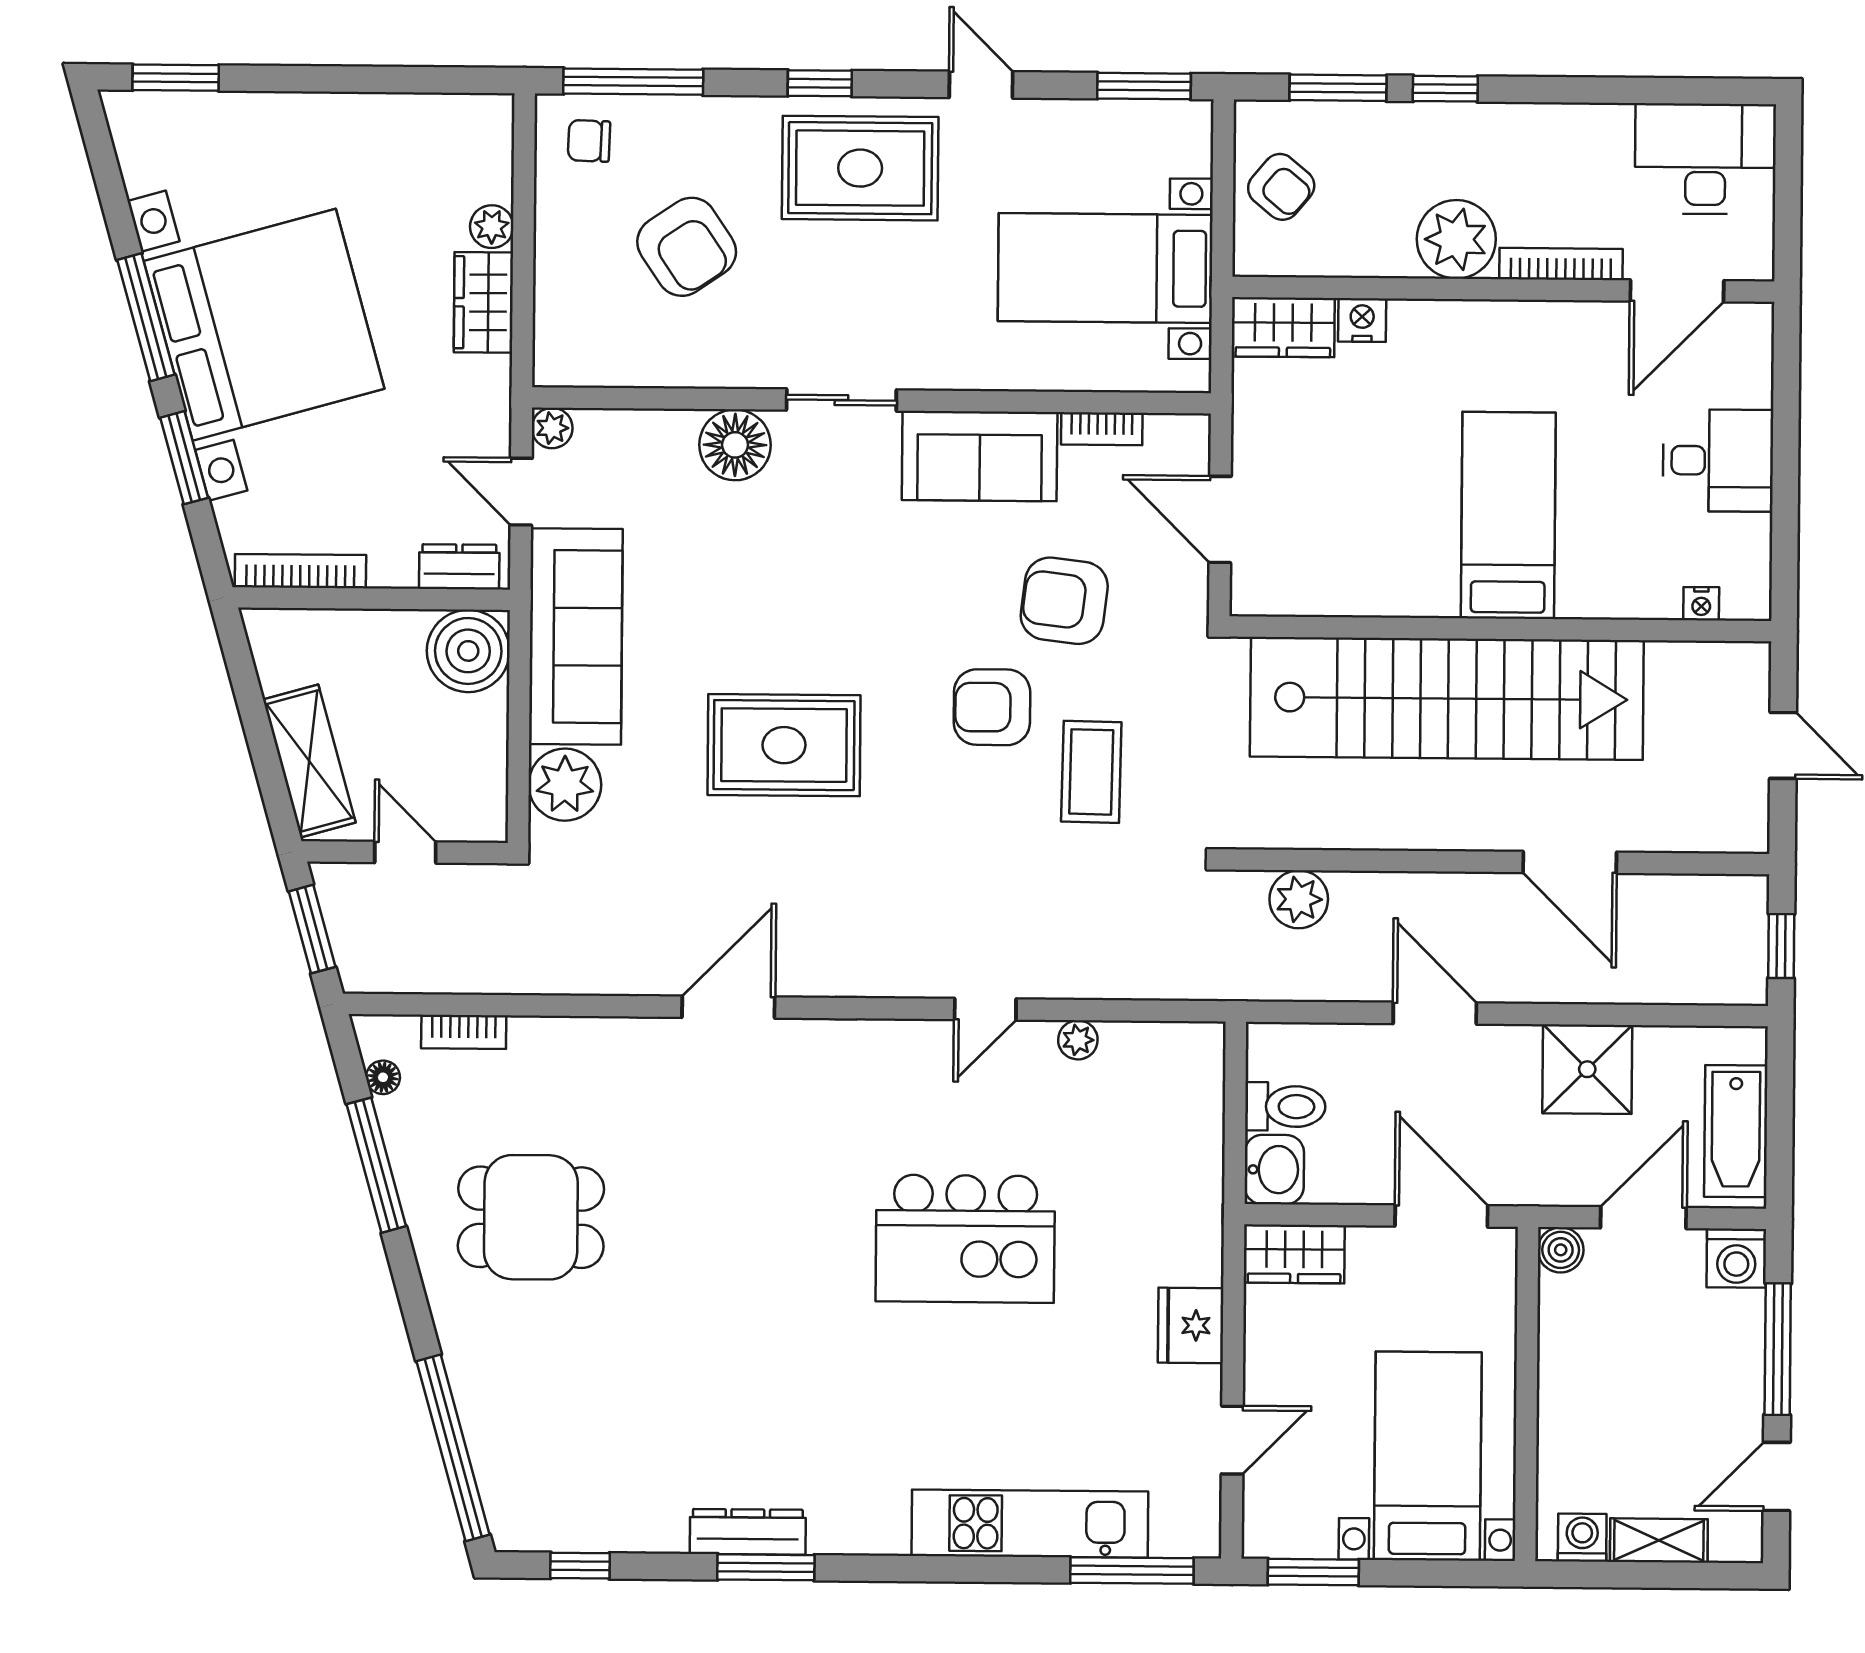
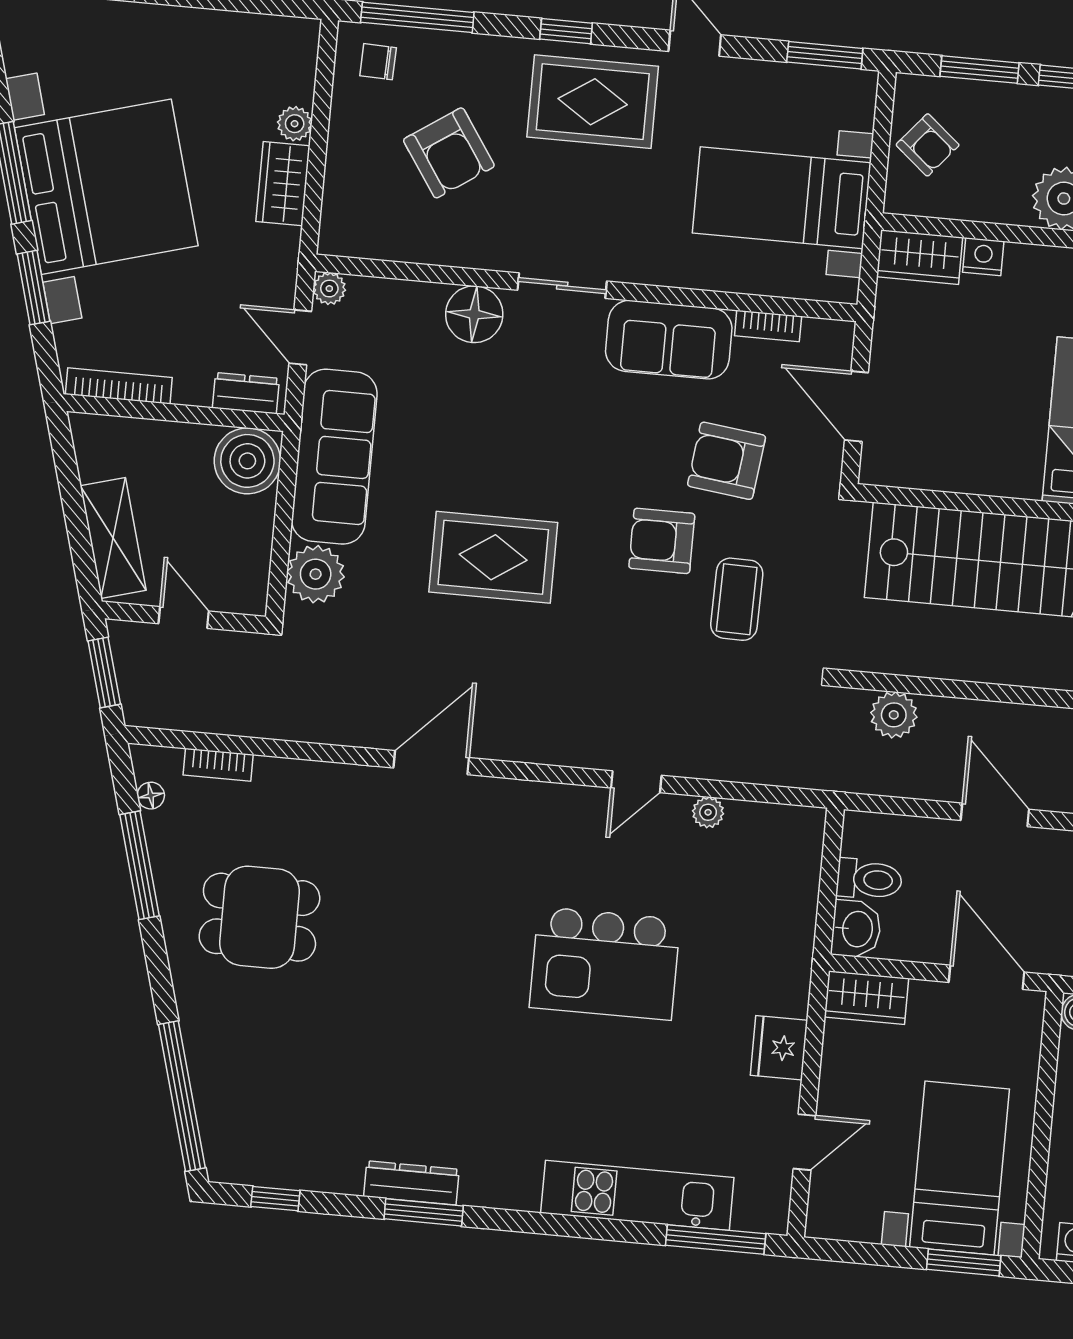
window: (1313, 1572) -> (964, 1263), moved

